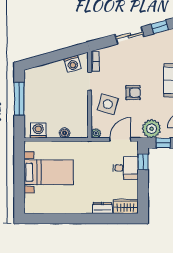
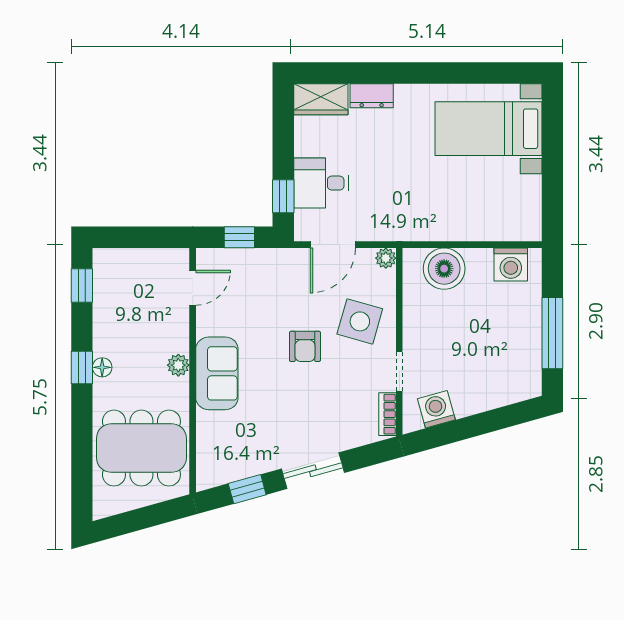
armchair: (133, 93) -> (305, 346), turned -90
plant: (152, 129) -> (265, 268), removed
boiler: (65, 133) -> (444, 269), width x1.86, depth x1.86
bed with nightstands: (49, 172) -> (488, 129), moved

